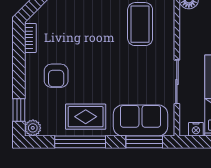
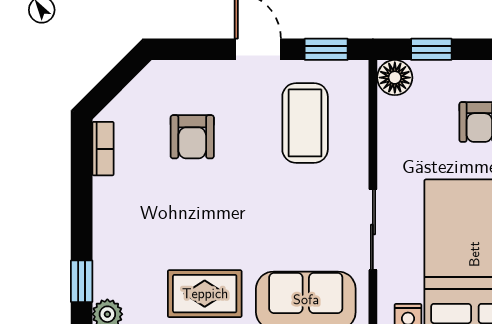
armchair: (56, 76) -> (192, 137), moved

